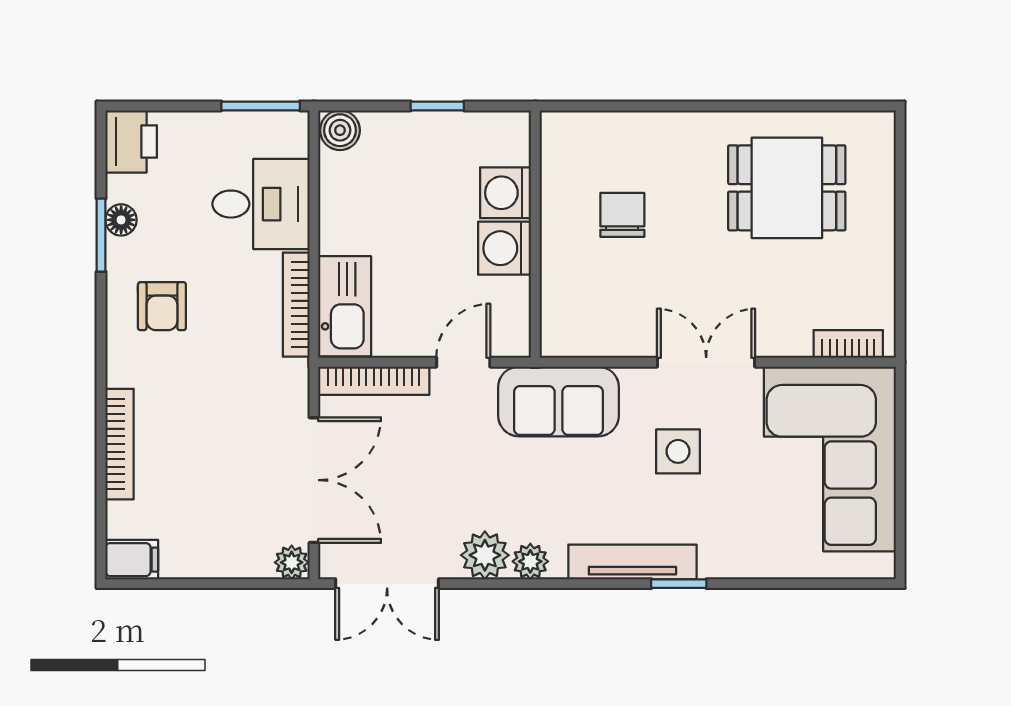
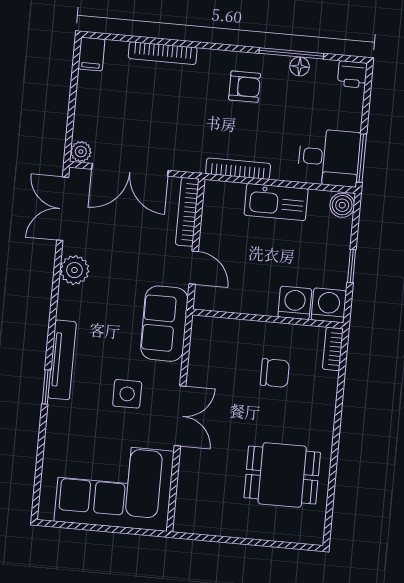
printer: (131, 141) -> (352, 74), width x0.73, depth x0.81
dining table: (787, 188) -> (282, 475), turned 90
desk: (261, 204) -> (329, 157), moved, turned -90
window: (101, 235) -> (291, 53), width x1.44
washing machine: (505, 248) -> (329, 305), moved
armchair: (162, 306) -> (245, 87), turned 180
kitchen sink: (345, 306) -> (276, 202), moved
bookcase: (848, 344) -> (333, 349), moved, turned 180
plant: (530, 561) -> (68, 297), removed

